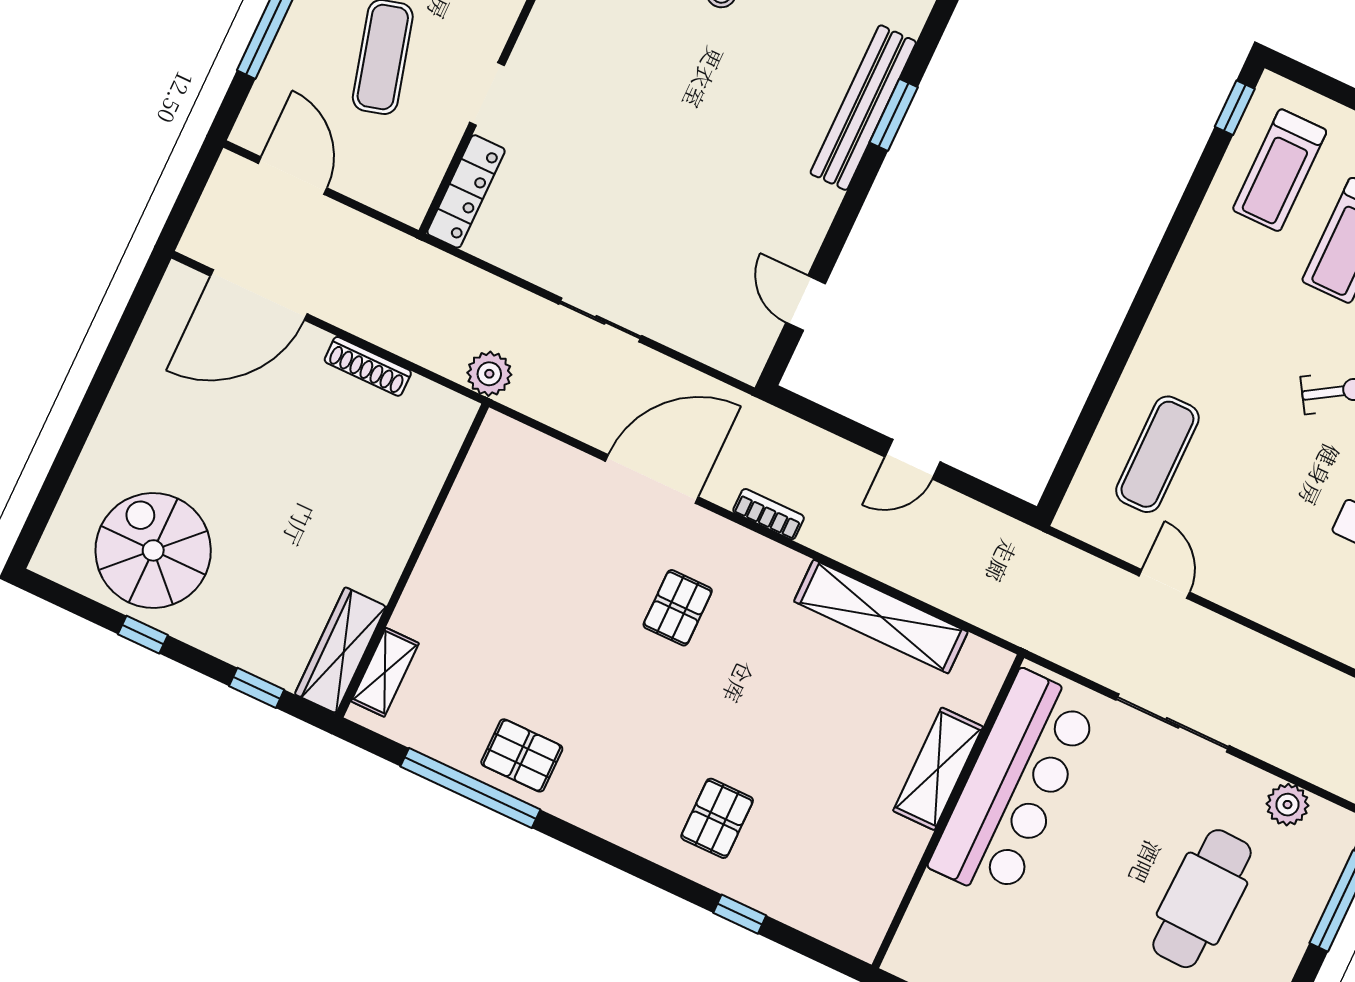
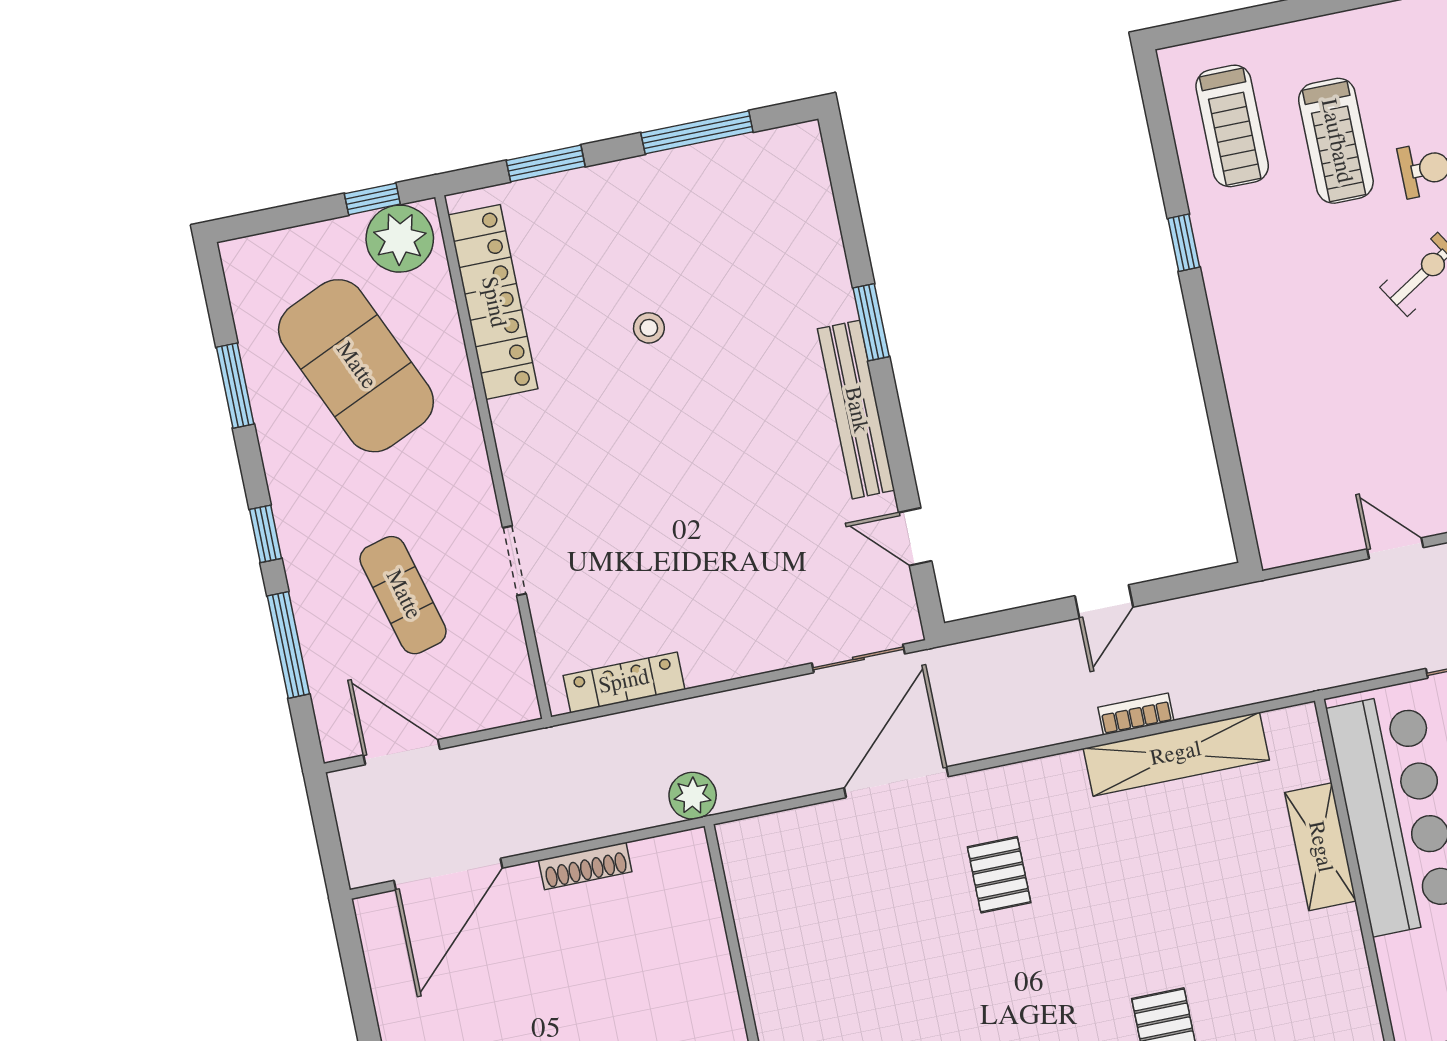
bench: (863, 108) -> (856, 410), moved
window: (1235, 108) -> (1184, 243), moved
locker: (466, 191) -> (624, 682), moved, turned -90
sliding door: (600, 320) -> (858, 658), moved
exercise mat: (1157, 454) -> (1308, 443), removed
bookcase: (769, 514) -> (1136, 714), moved

